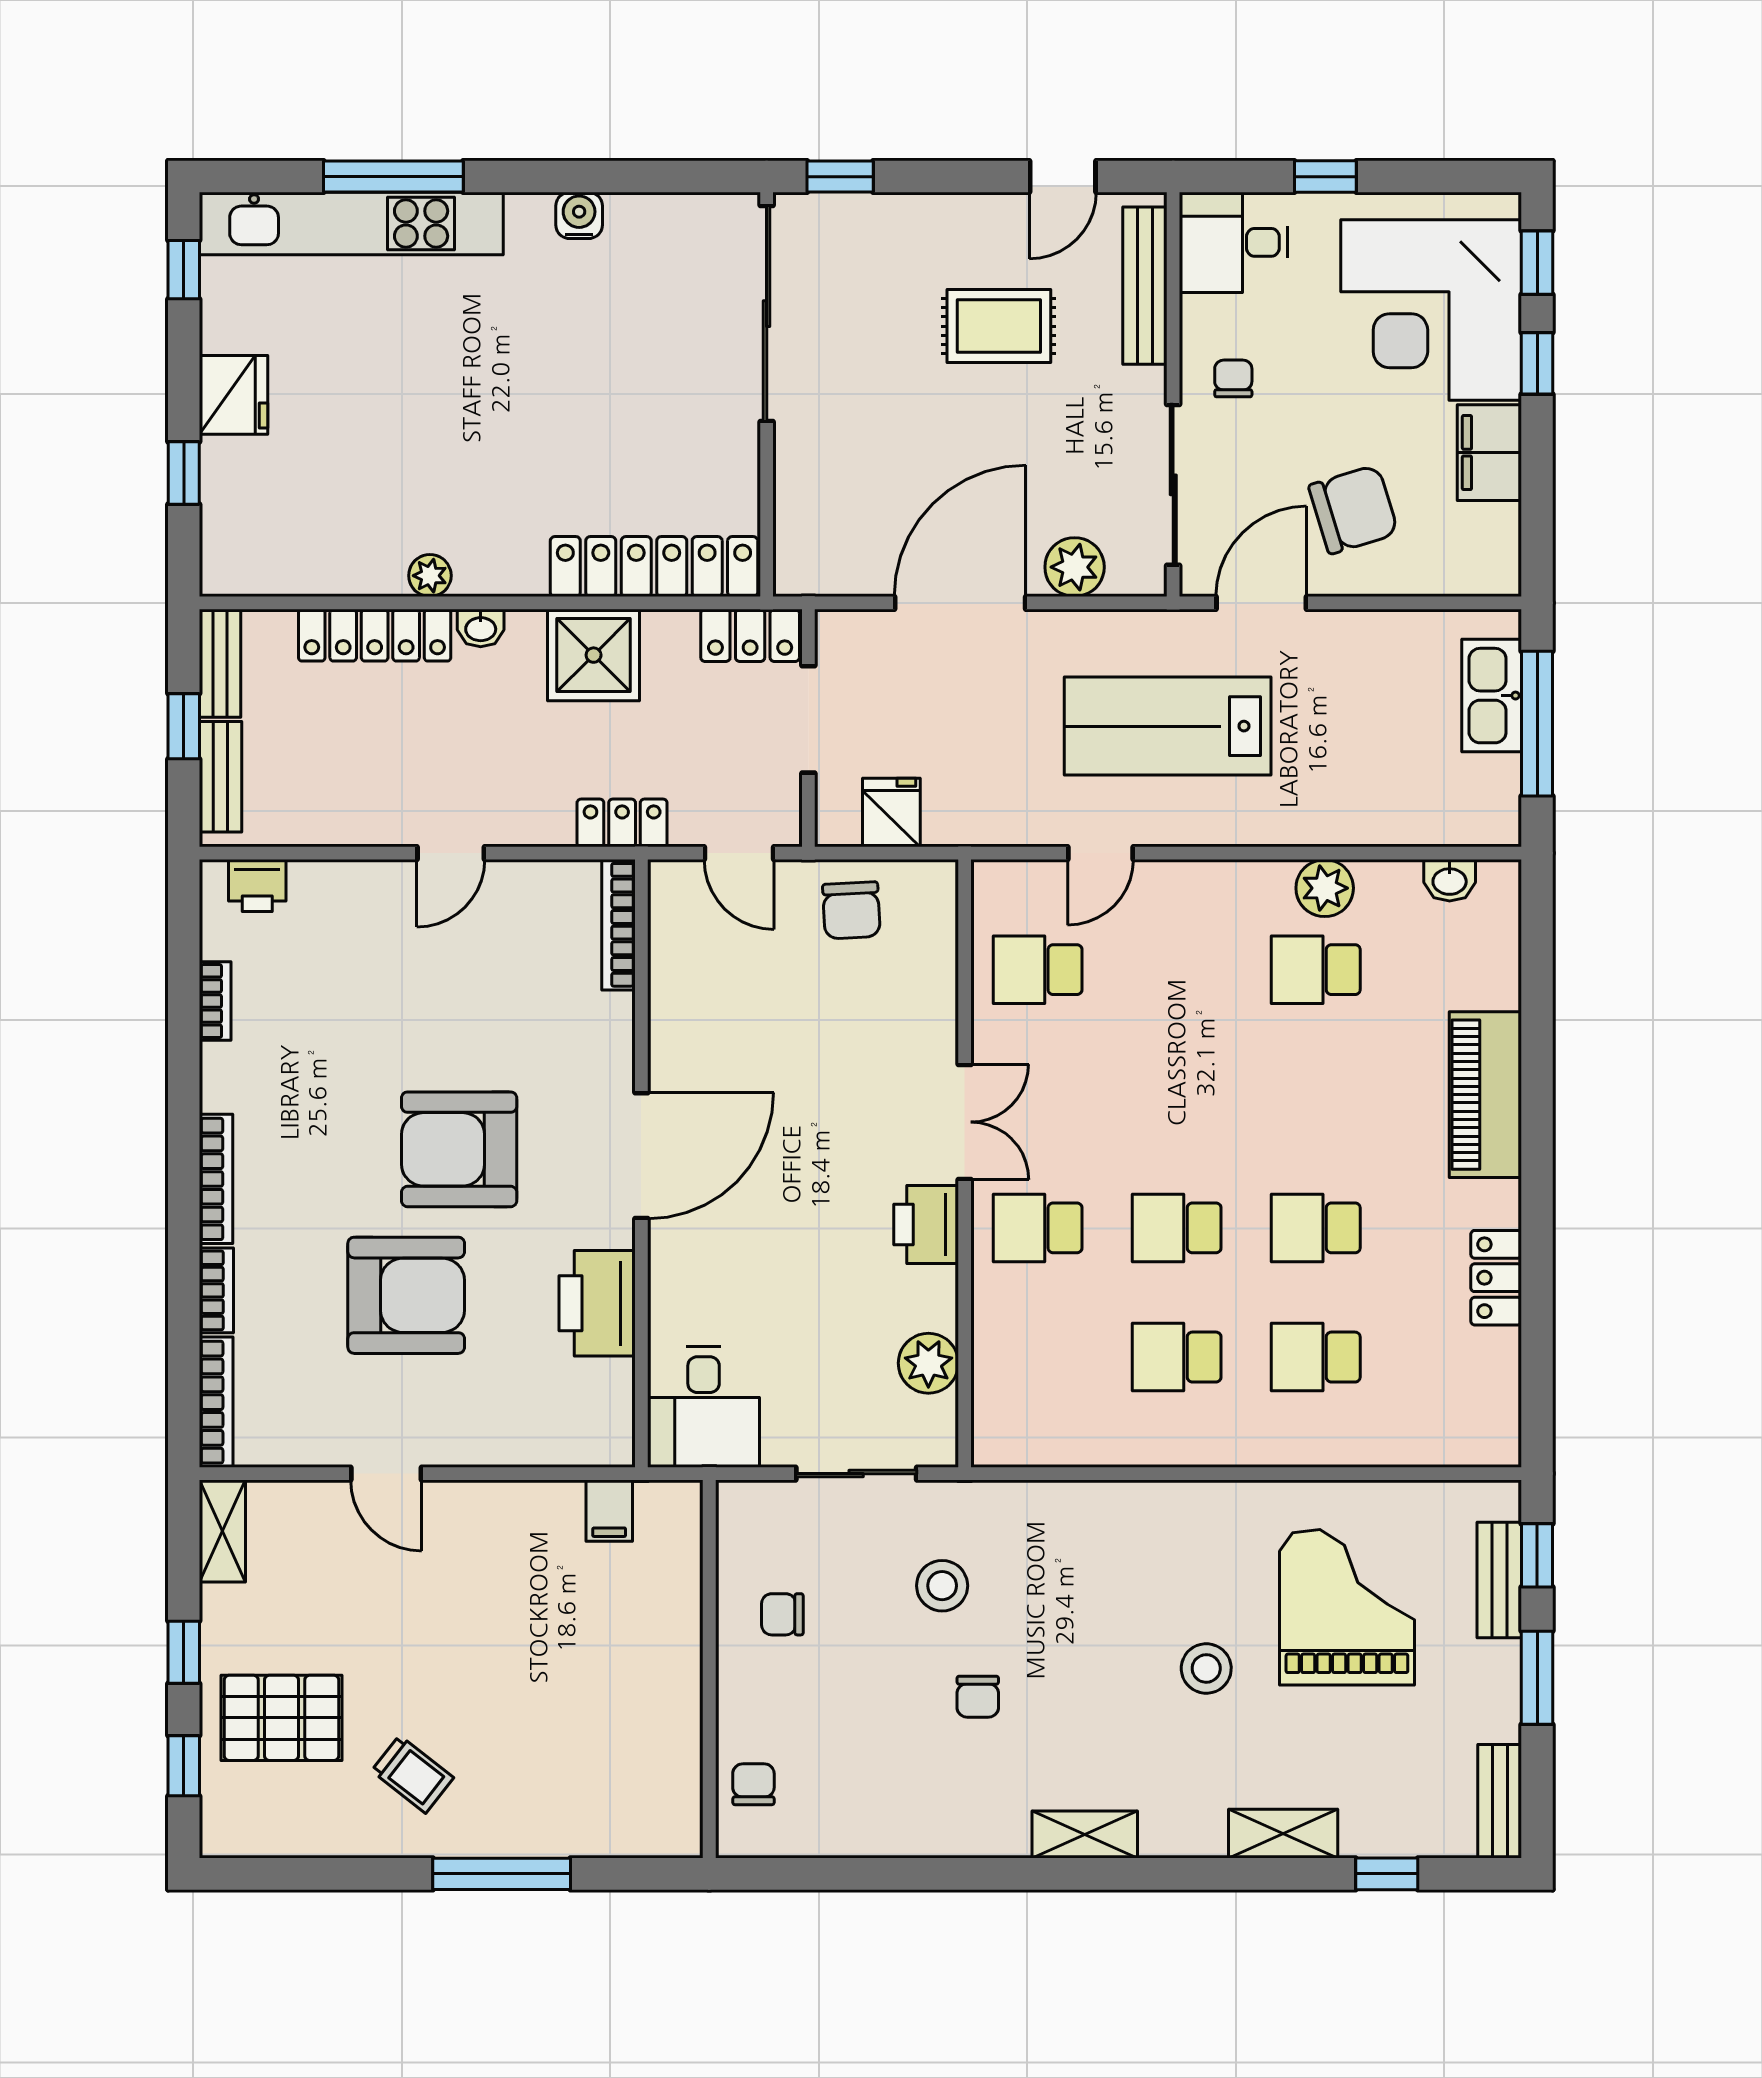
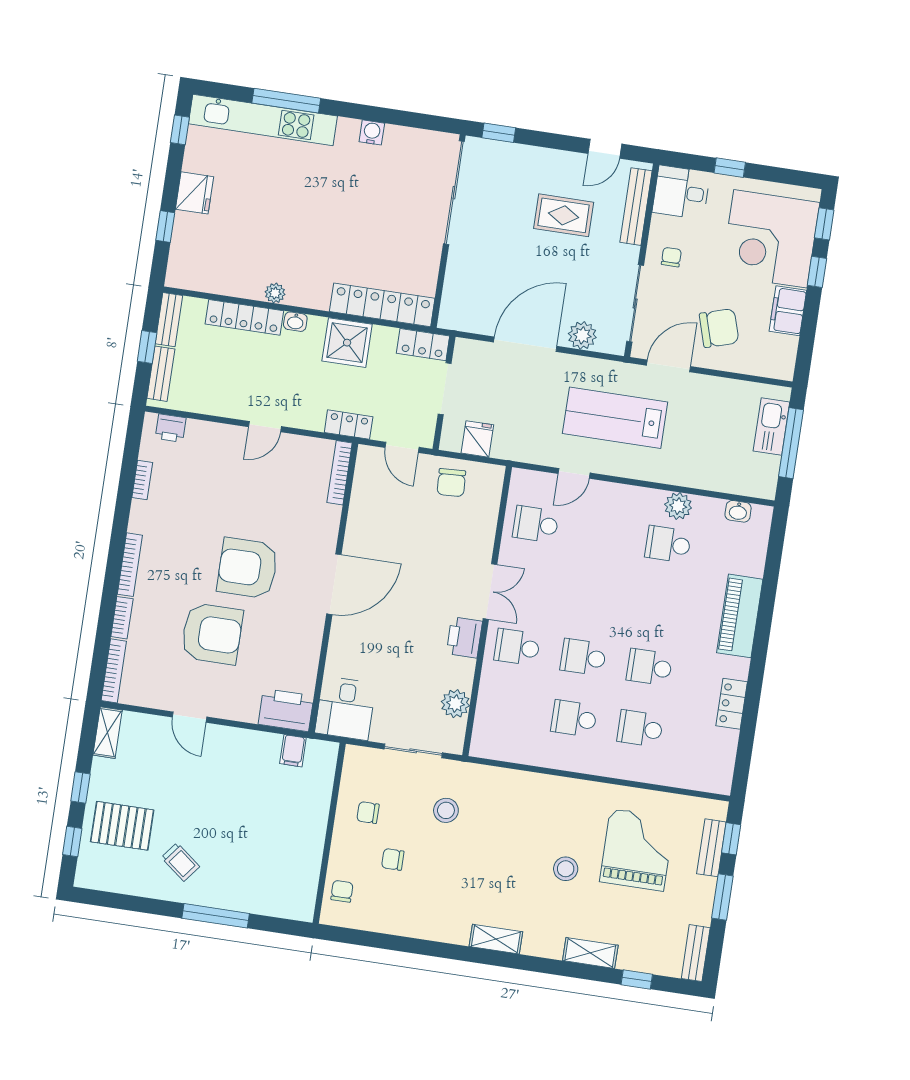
printer: (597, 1303) -> (286, 710), moved, turned 90
chair: (978, 1697) -> (393, 859), moved, turned 90

